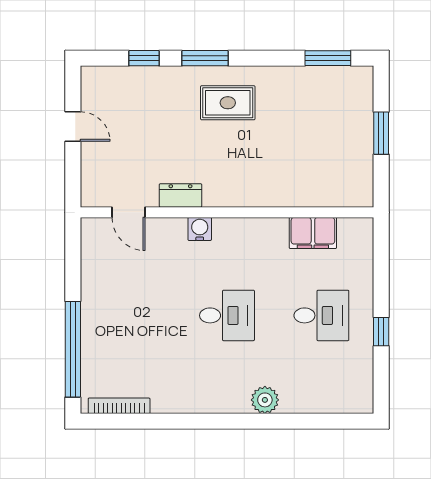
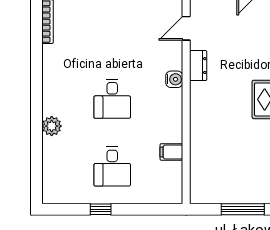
window: (381, 133) -> (243, 209), width x1.44
filing cabinet: (313, 233) -> (171, 152), width x0.50

